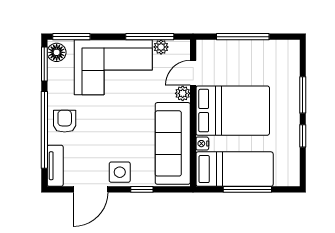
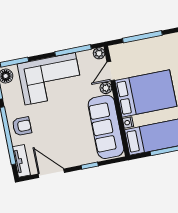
plant: (161, 47) -> (99, 53), moved
armchair: (65, 121) -> (22, 126), turned 90
side table: (120, 172) -> (71, 156), removed
door: (91, 189) -> (51, 173), swing flipped

